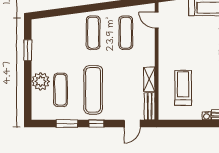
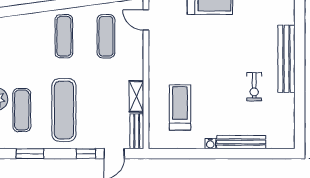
window: (96, 124) -> (86, 154), moved

